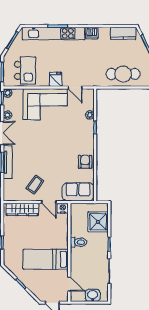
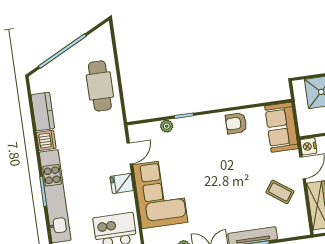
kitchen counter: (123, 33) -> (43, 112), moved

